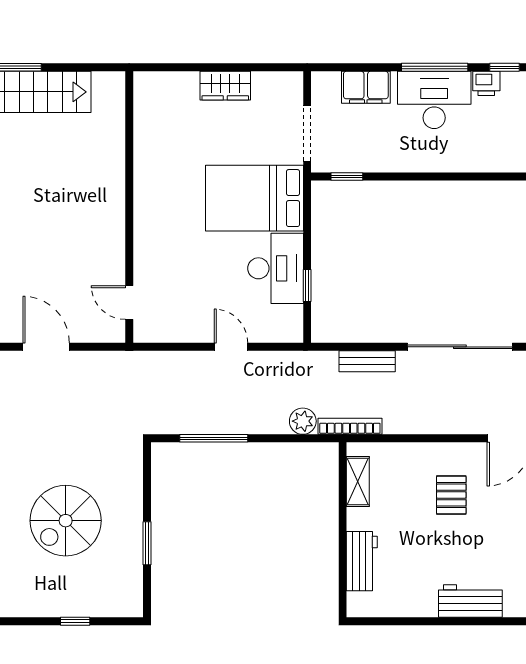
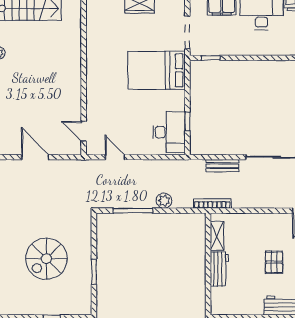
desk: (276, 268) -> (169, 132), moved
door: (231, 347) -> (115, 157), moved
plant: (303, 421) -> (164, 201), moved
pallet: (451, 495) -> (274, 262), moved
workbench: (362, 561) -> (219, 269), moved

